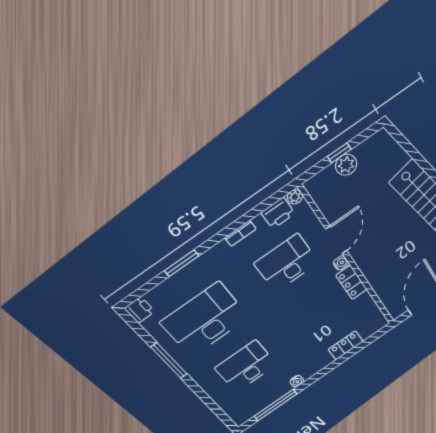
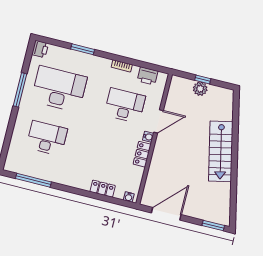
plant: (295, 197) -> (163, 77), removed
water cooler: (297, 381) -> (129, 197), moved

